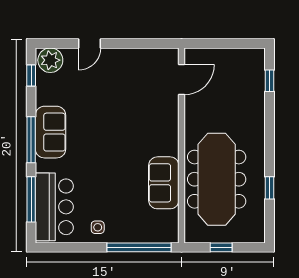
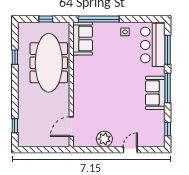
plant: (50, 60) -> (104, 139), moved
sofa: (164, 183) -> (83, 39), moved

